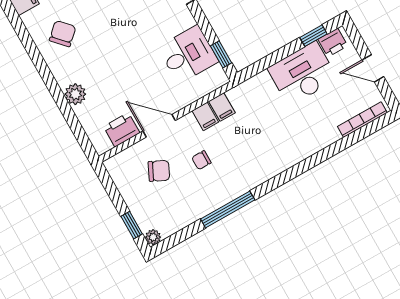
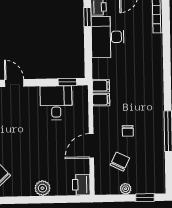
filing cabinet: (205, 116) -> (101, 86), moved
printer: (122, 130) -> (81, 185), moved
plant: (153, 237) -> (126, 189), moved

